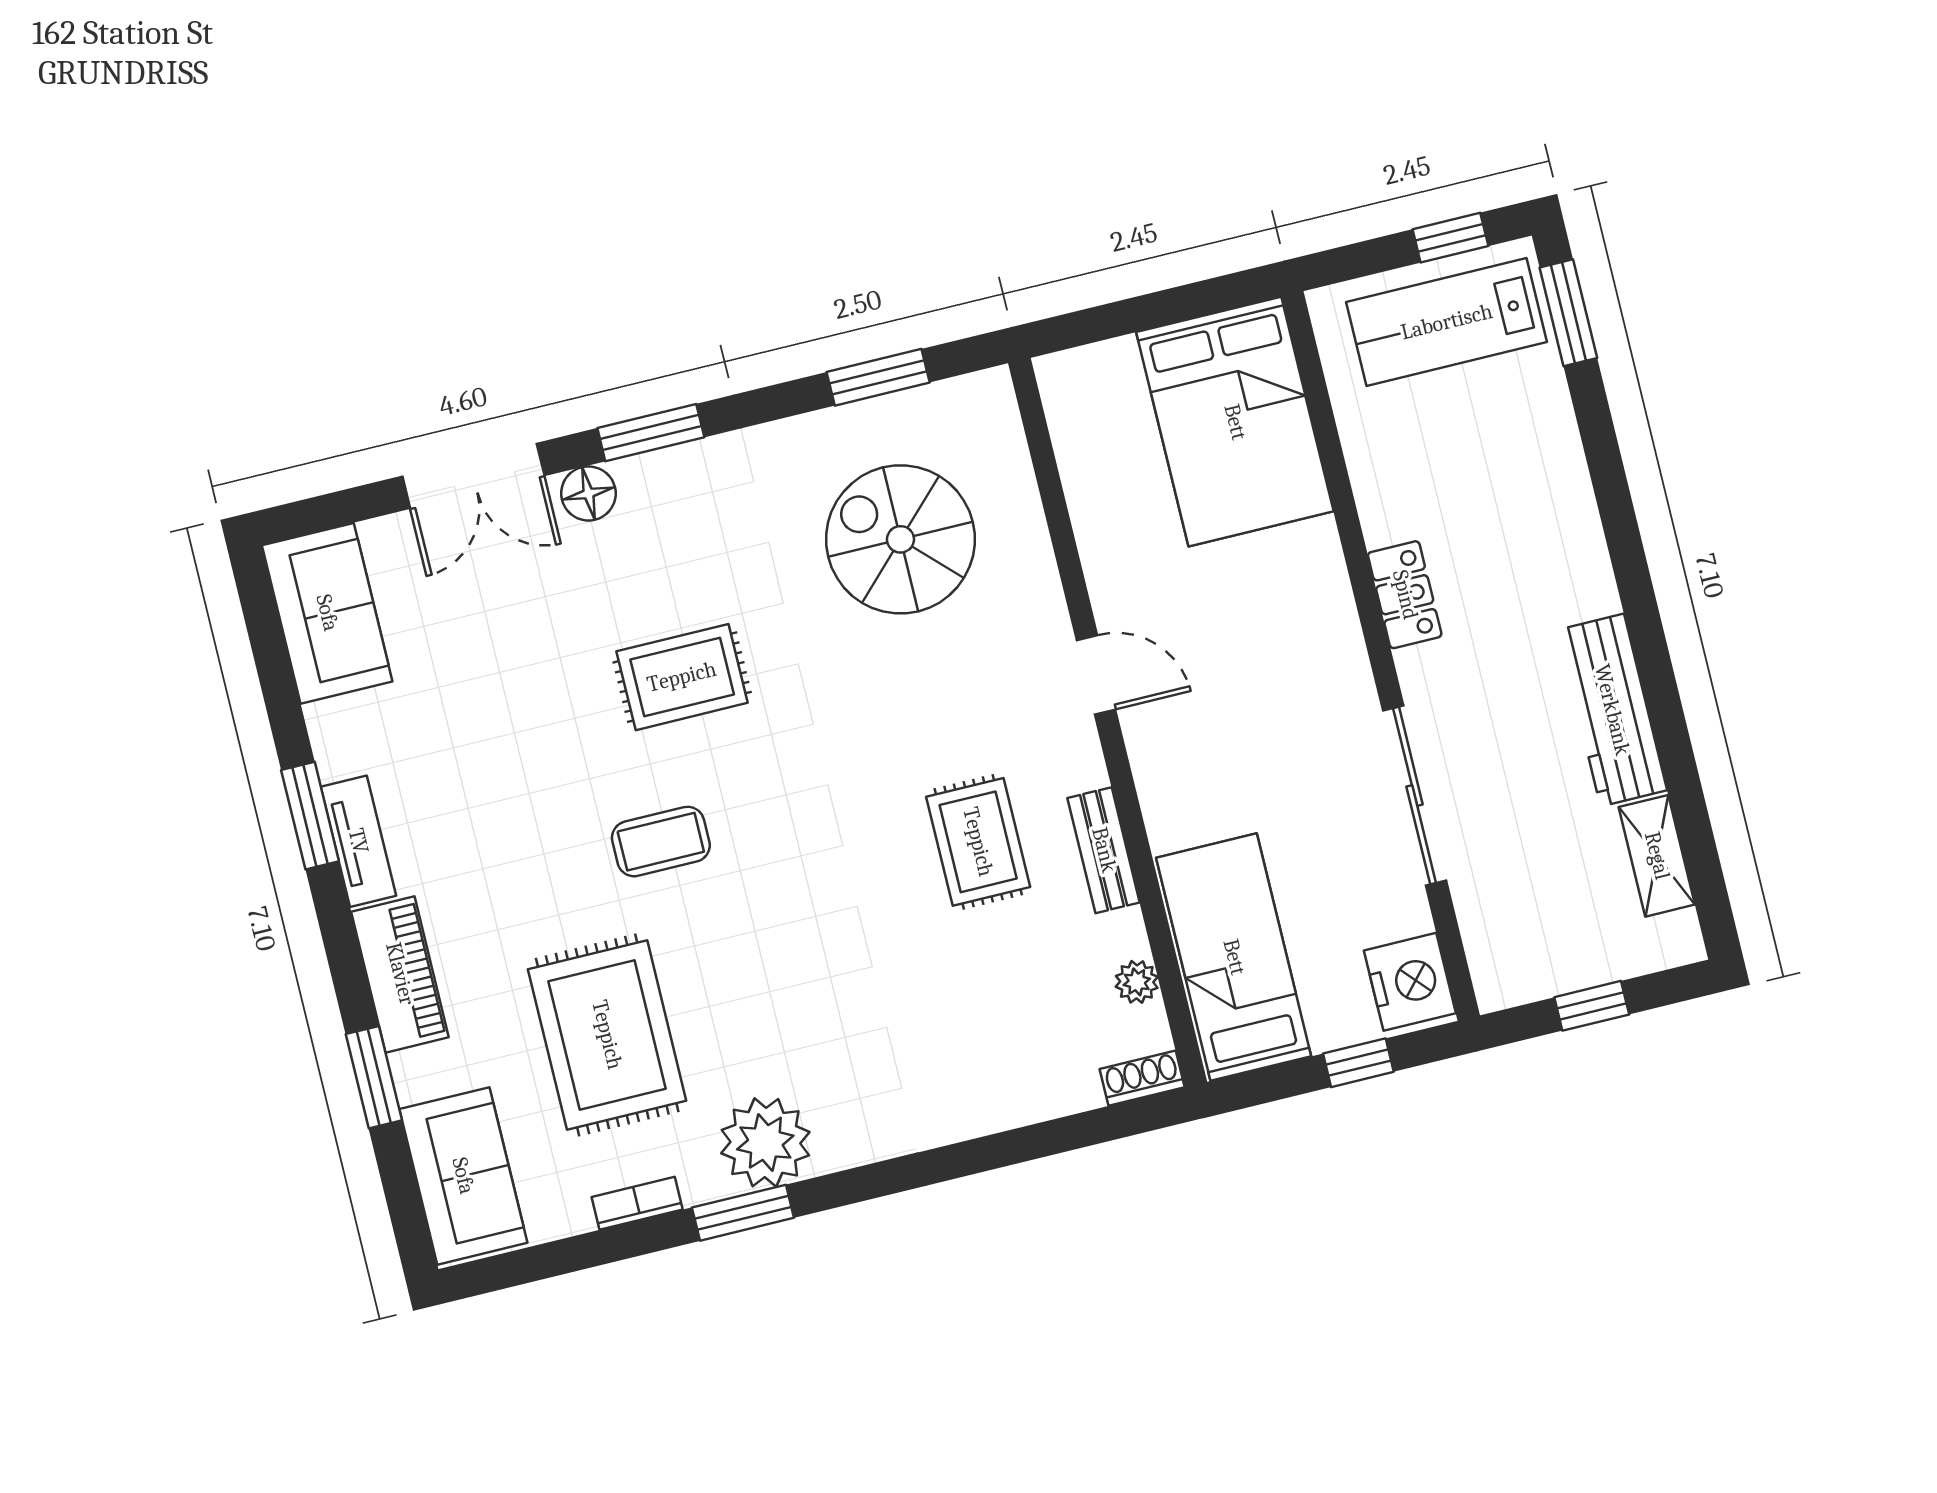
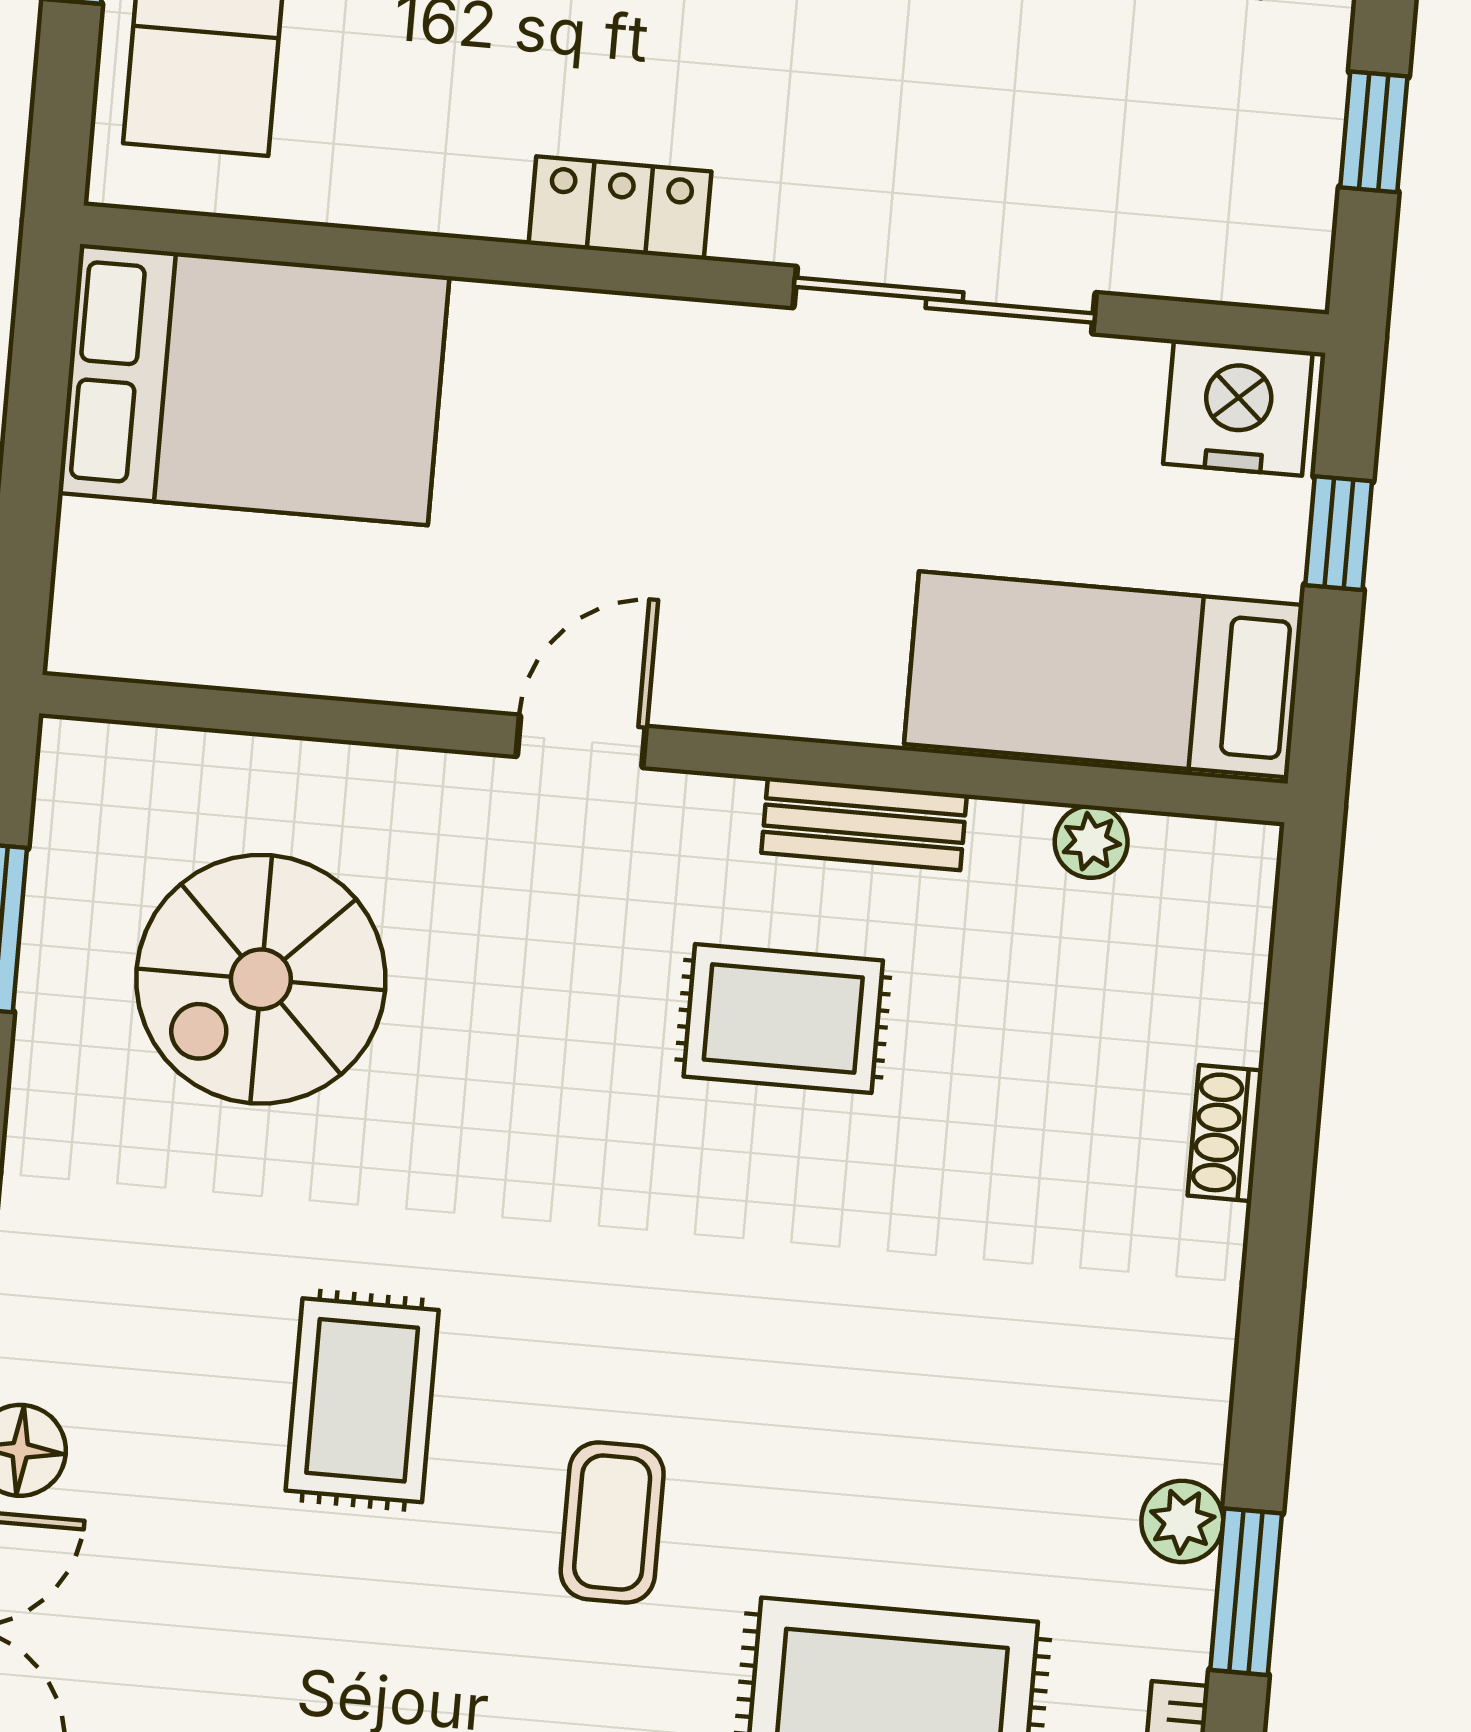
shoe rack: (1142, 1078) -> (1225, 1133), moved
plant: (765, 1143) -> (1182, 1521), width x0.53, depth x0.53

